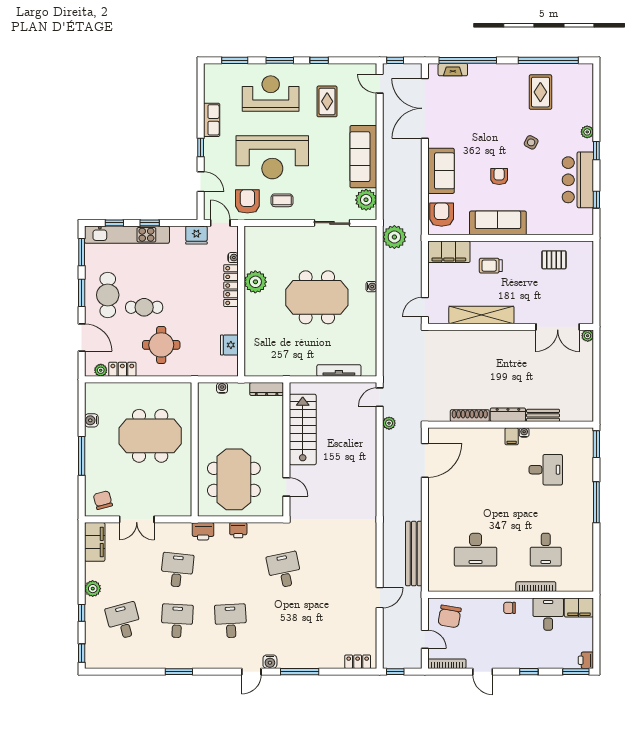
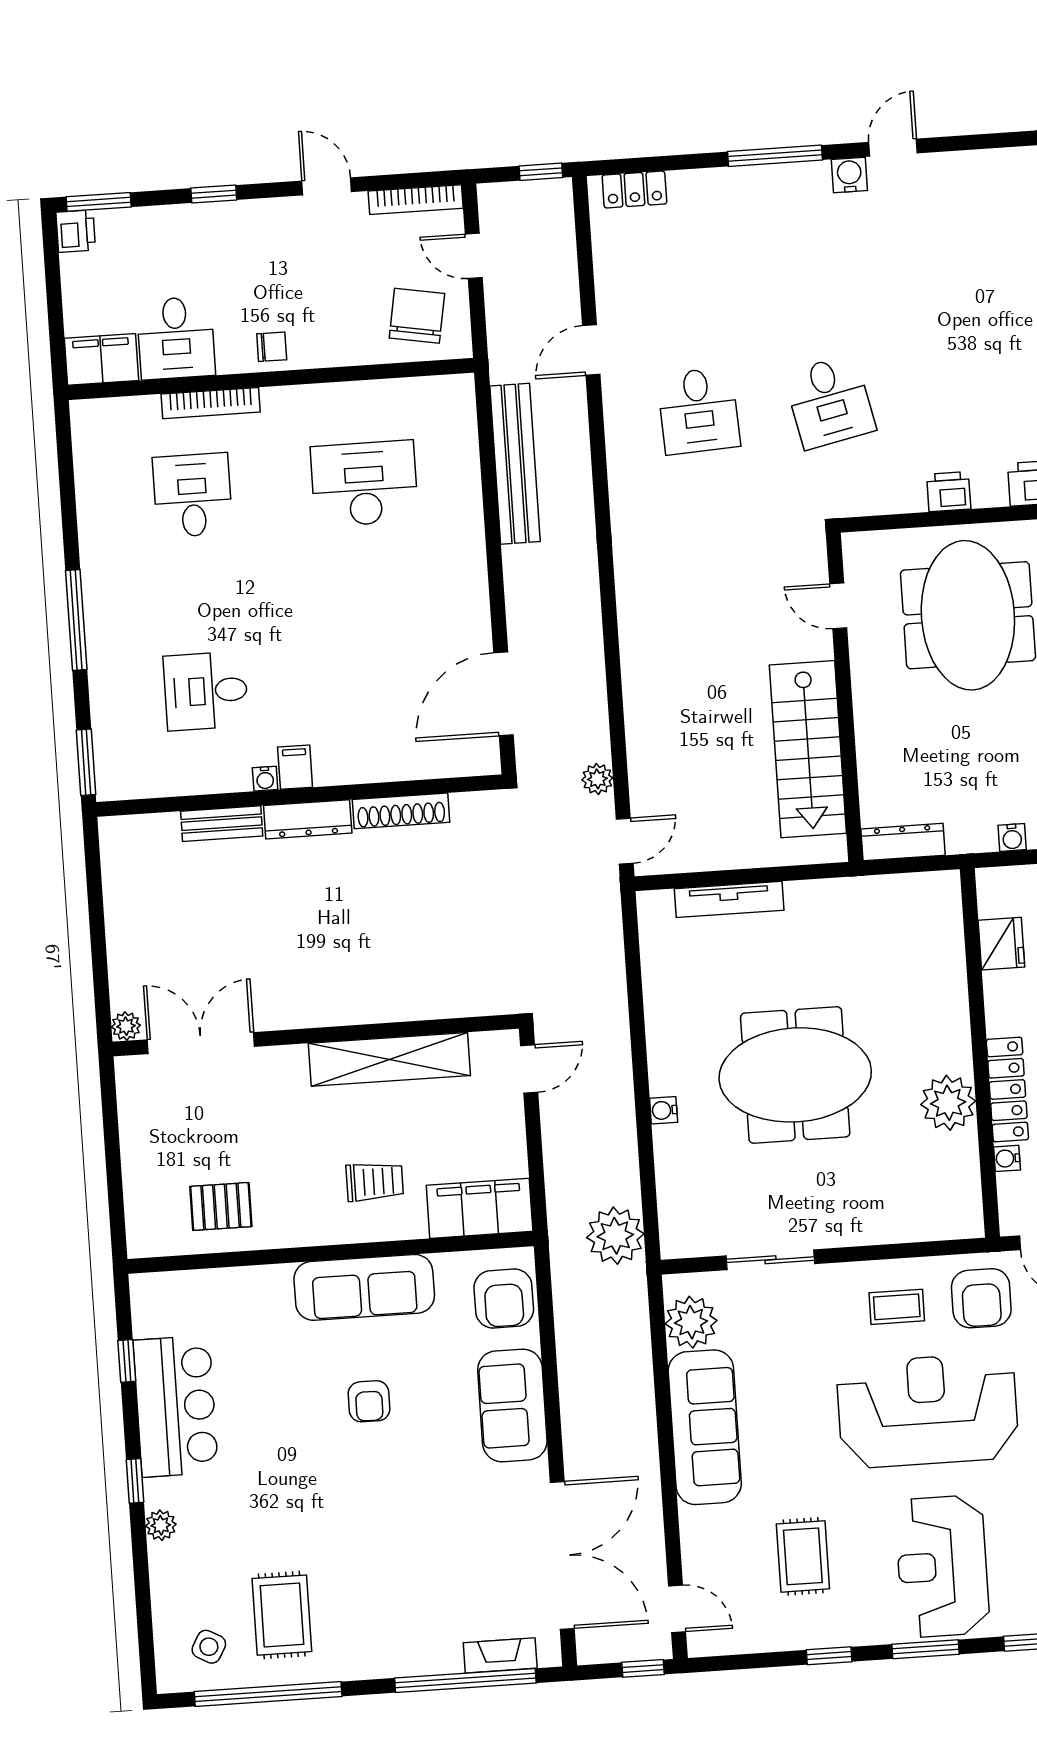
reception desk: (271, 94) -> (942, 1566), turned 90
side table: (531, 142) -> (209, 1647), moved
desk: (231, 621) -> (698, 411), moved

